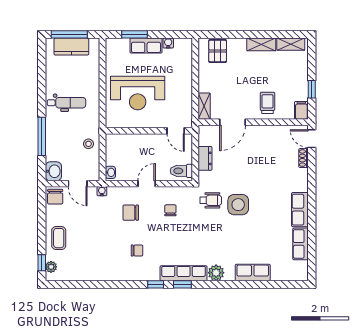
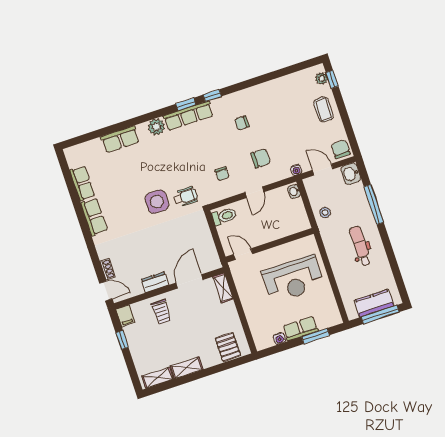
reception desk: (138, 93) -> (293, 279), turned 180
dental chair: (66, 103) -> (360, 246), turned 90
dresser: (205, 158) -> (155, 282), moved, turned 90
wheelchair: (211, 200) -> (186, 197), turned 180

